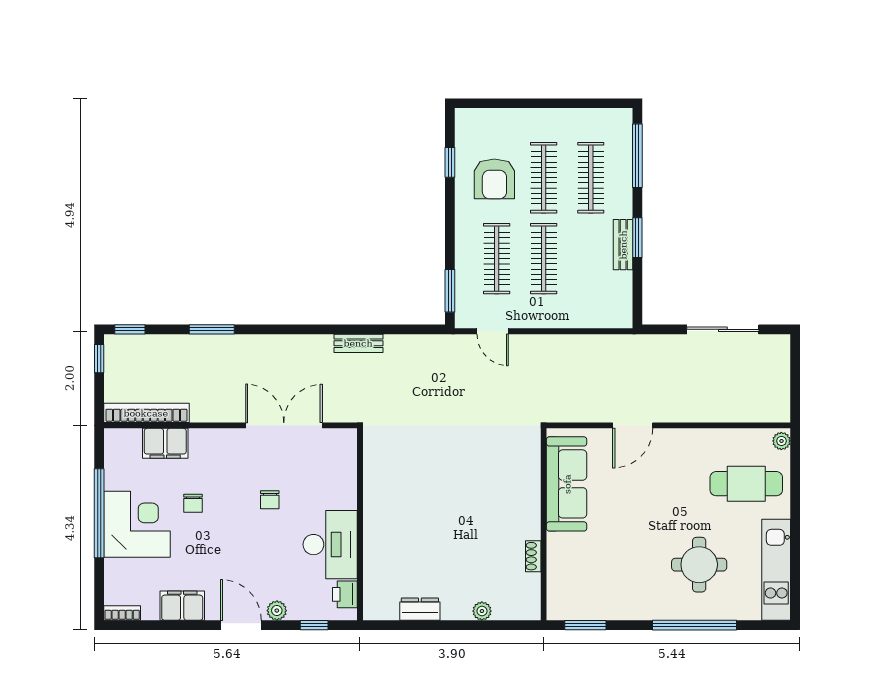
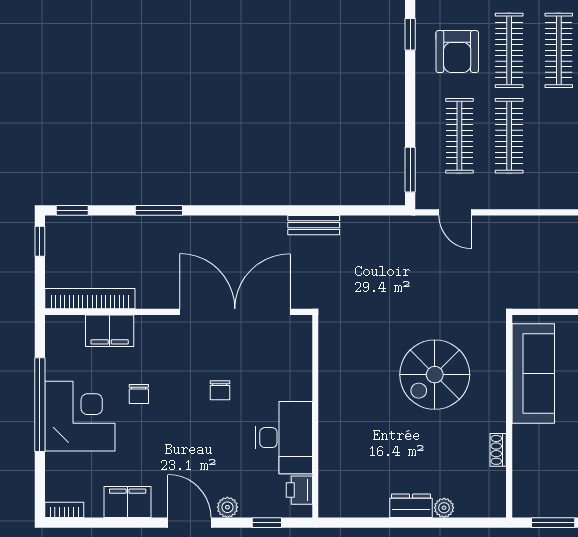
double door: (284, 425) -> (235, 312), width x1.36
spiral stairs: (473, 485) -> (435, 375), added
dresser: (420, 609) -> (411, 506), moved

